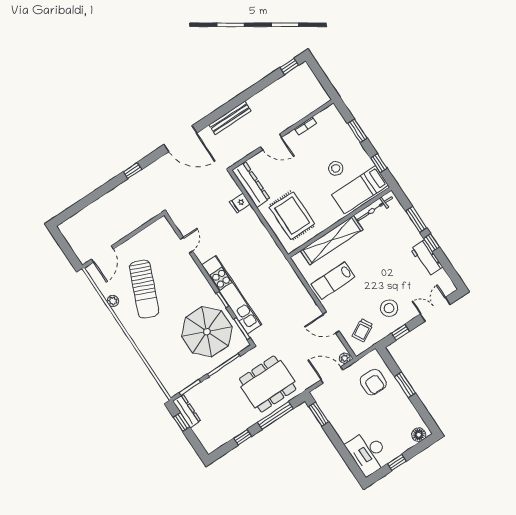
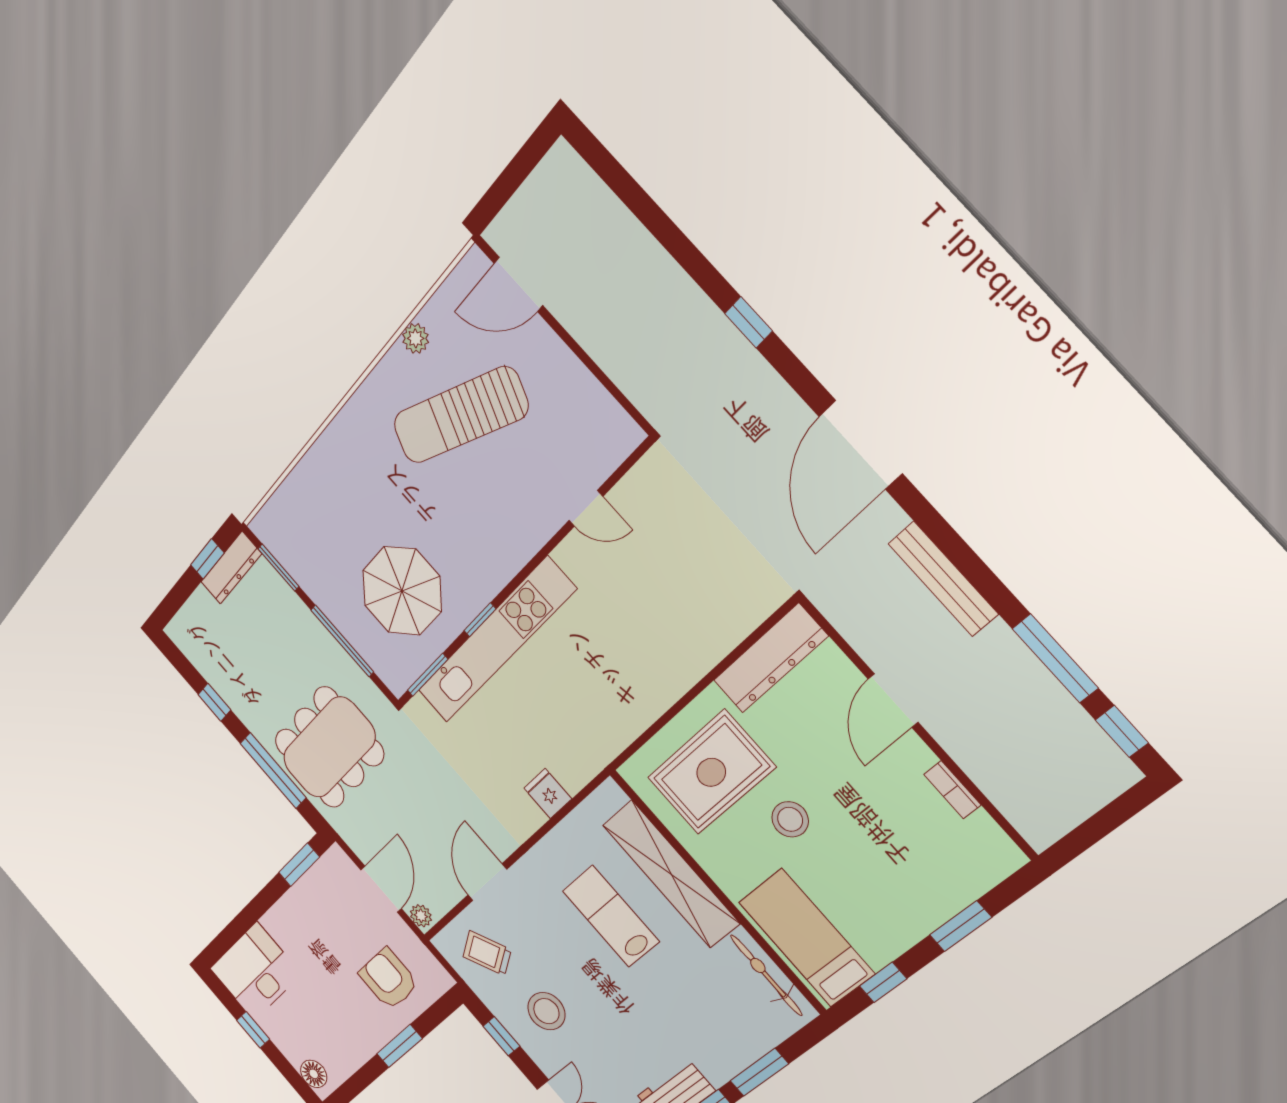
window: (262, 85) -> (1055, 658), added
stool: (336, 168) -> (790, 819), moved
fridge: (240, 203) -> (548, 793), moved
lab bench: (333, 281) -> (611, 916), moved
parasol: (207, 332) -> (402, 591), width x0.73, depth x0.73
armchair: (373, 382) -> (389, 979), turned 90
dining table: (268, 384) -> (329, 747), turned 90

